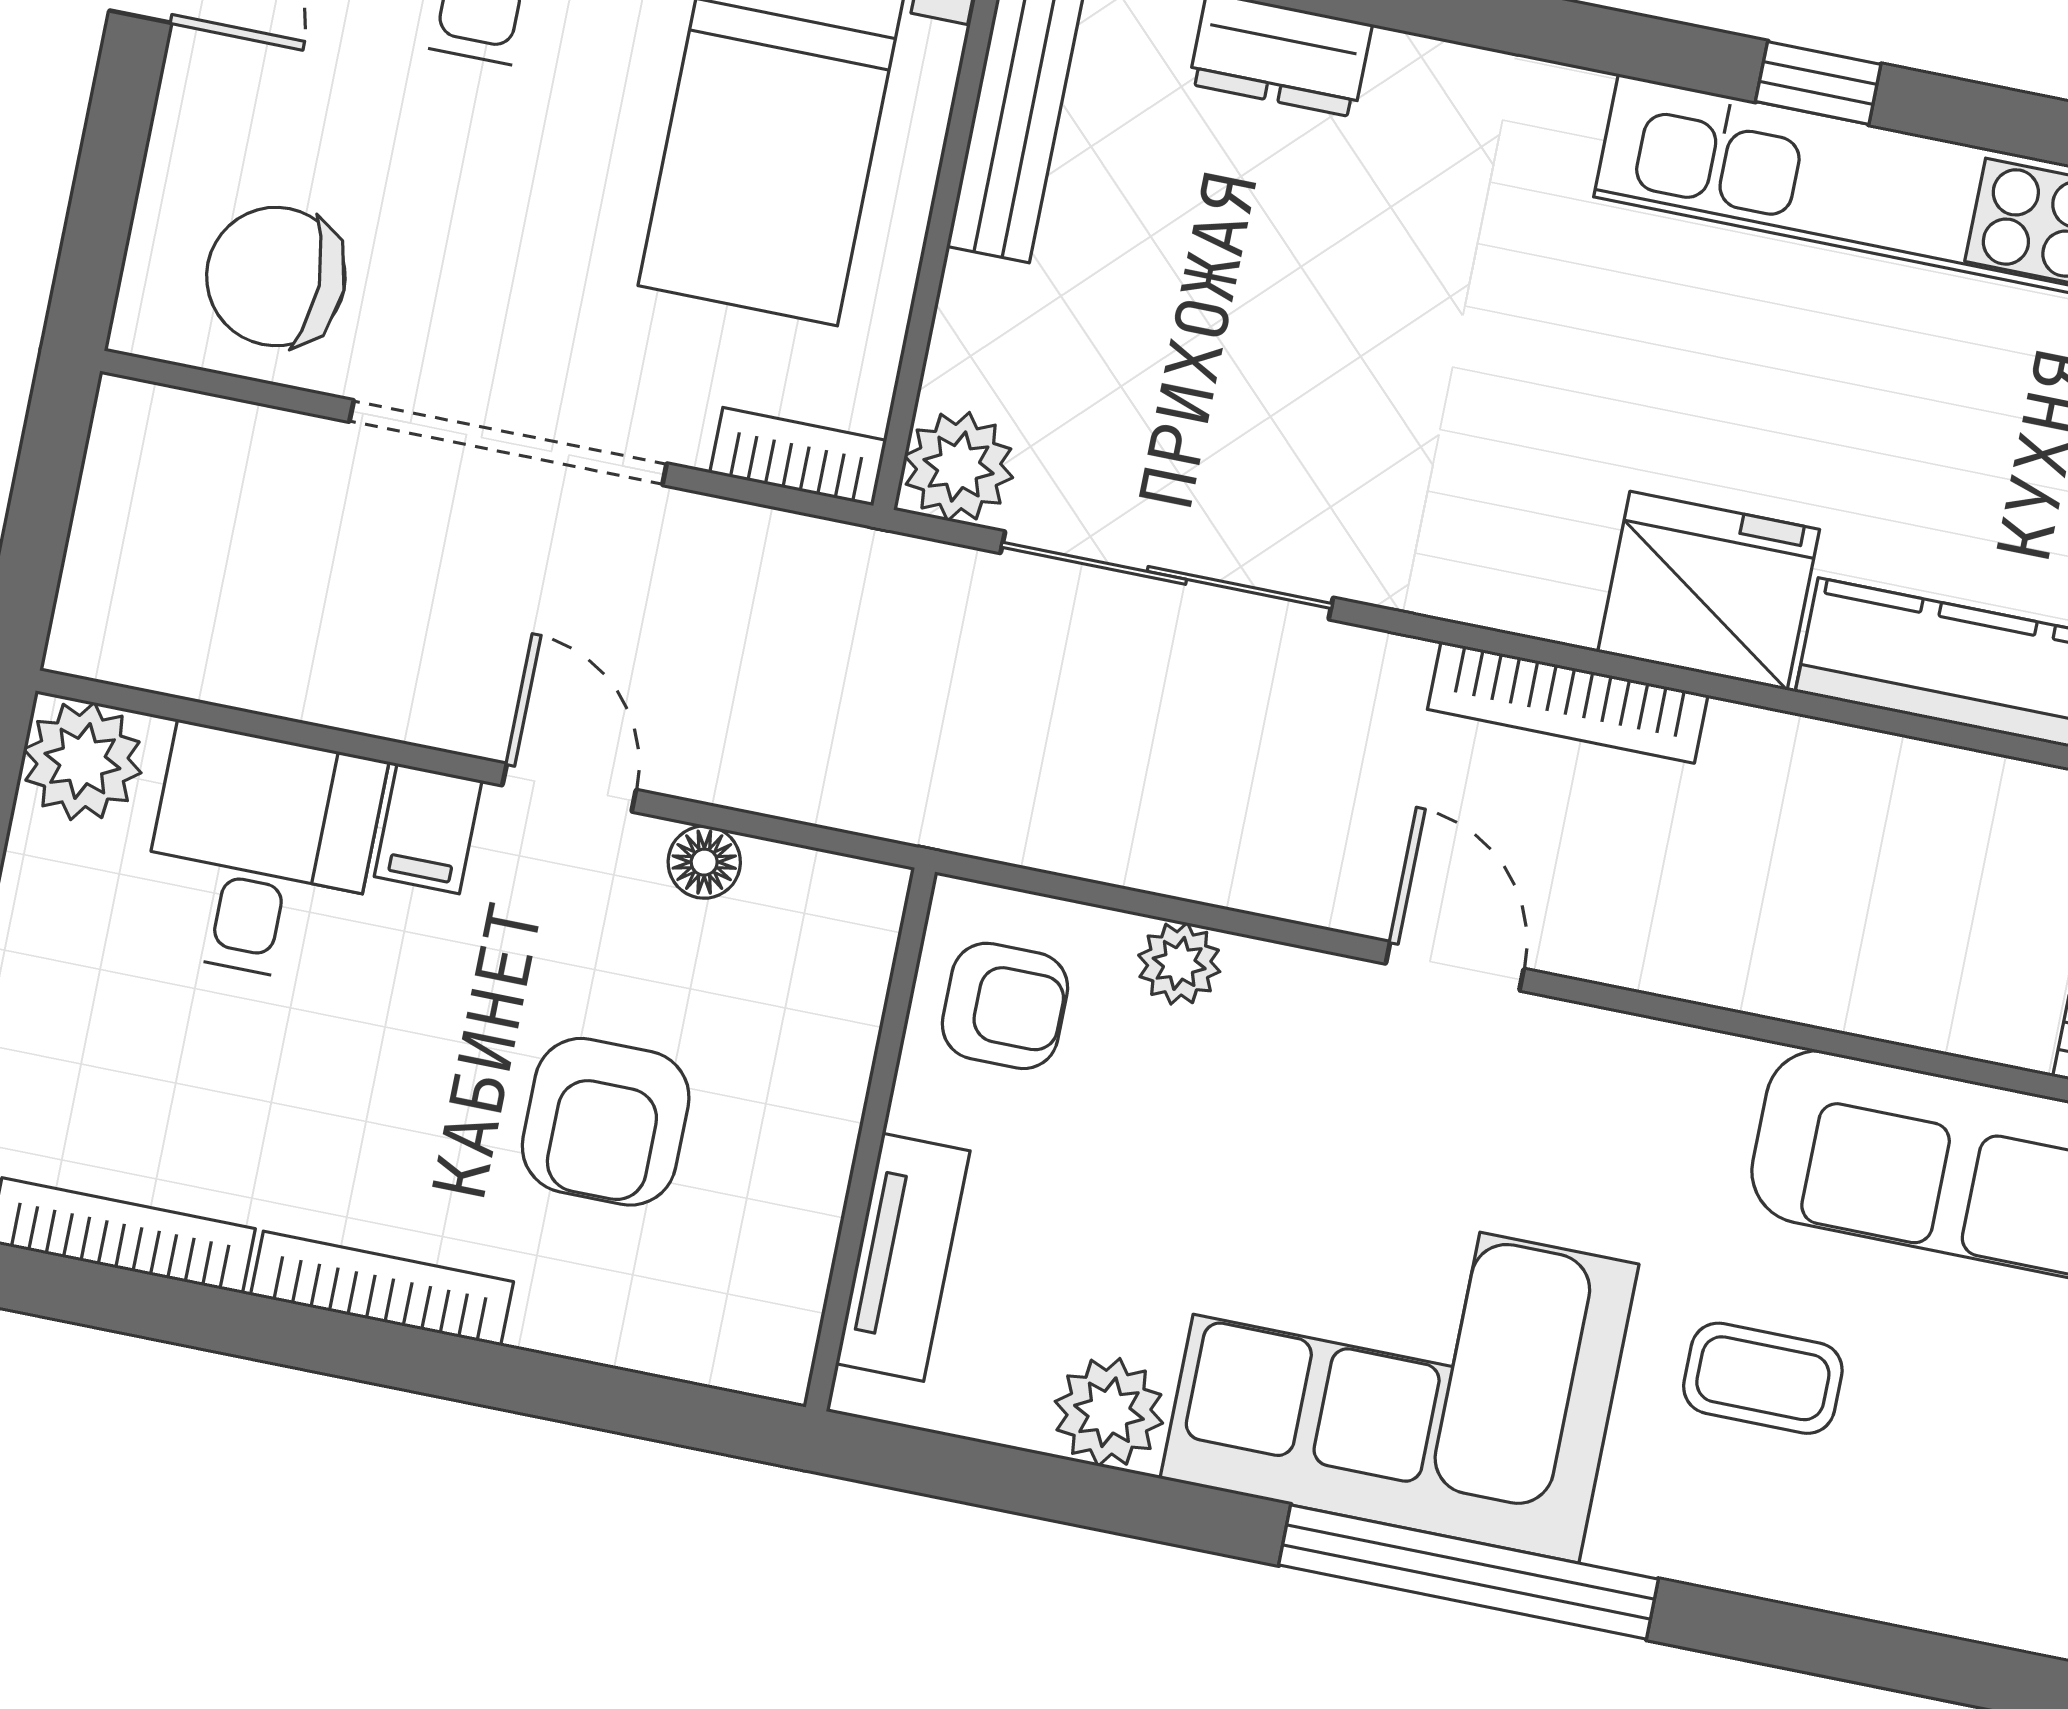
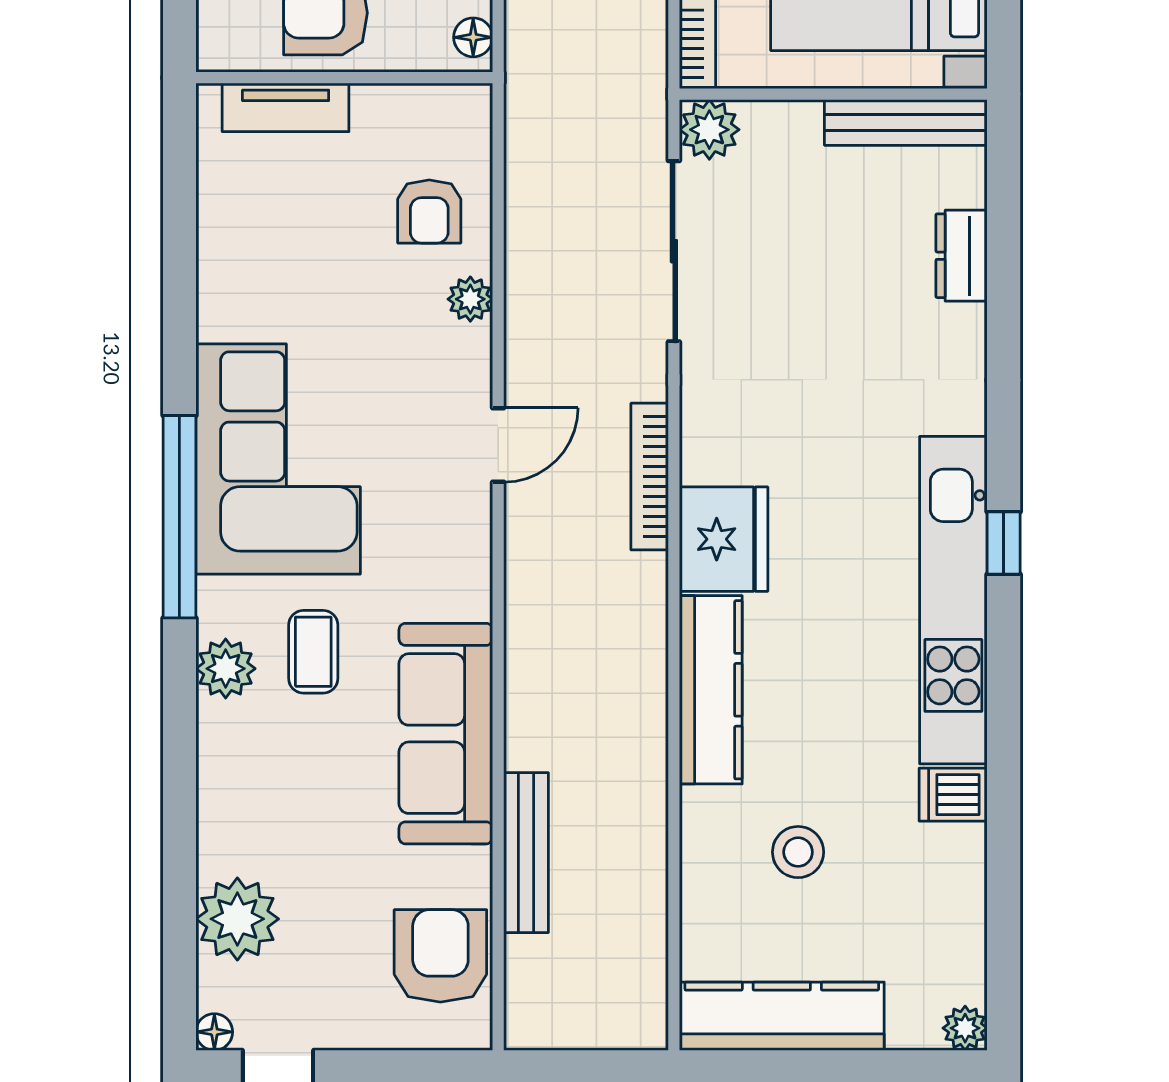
wall: (870, 1139) -> (344, 78), moved
tv unit: (903, 1257) -> (286, 107), moved
plant: (1109, 1412) -> (226, 669), moved

